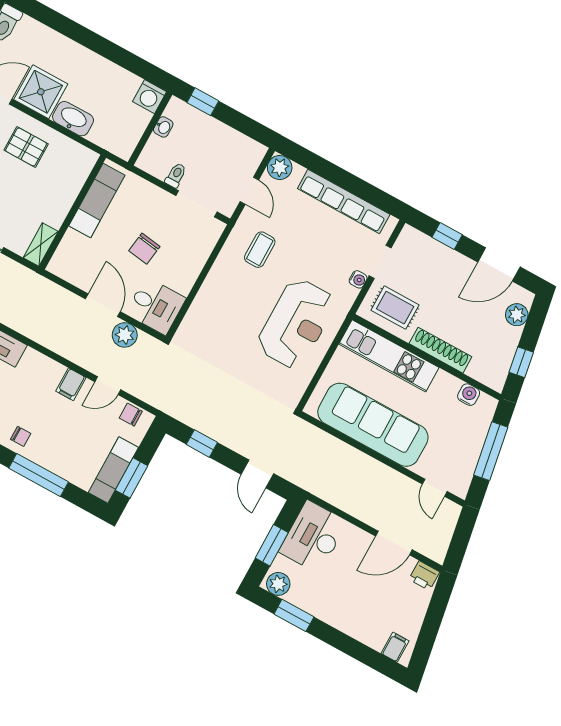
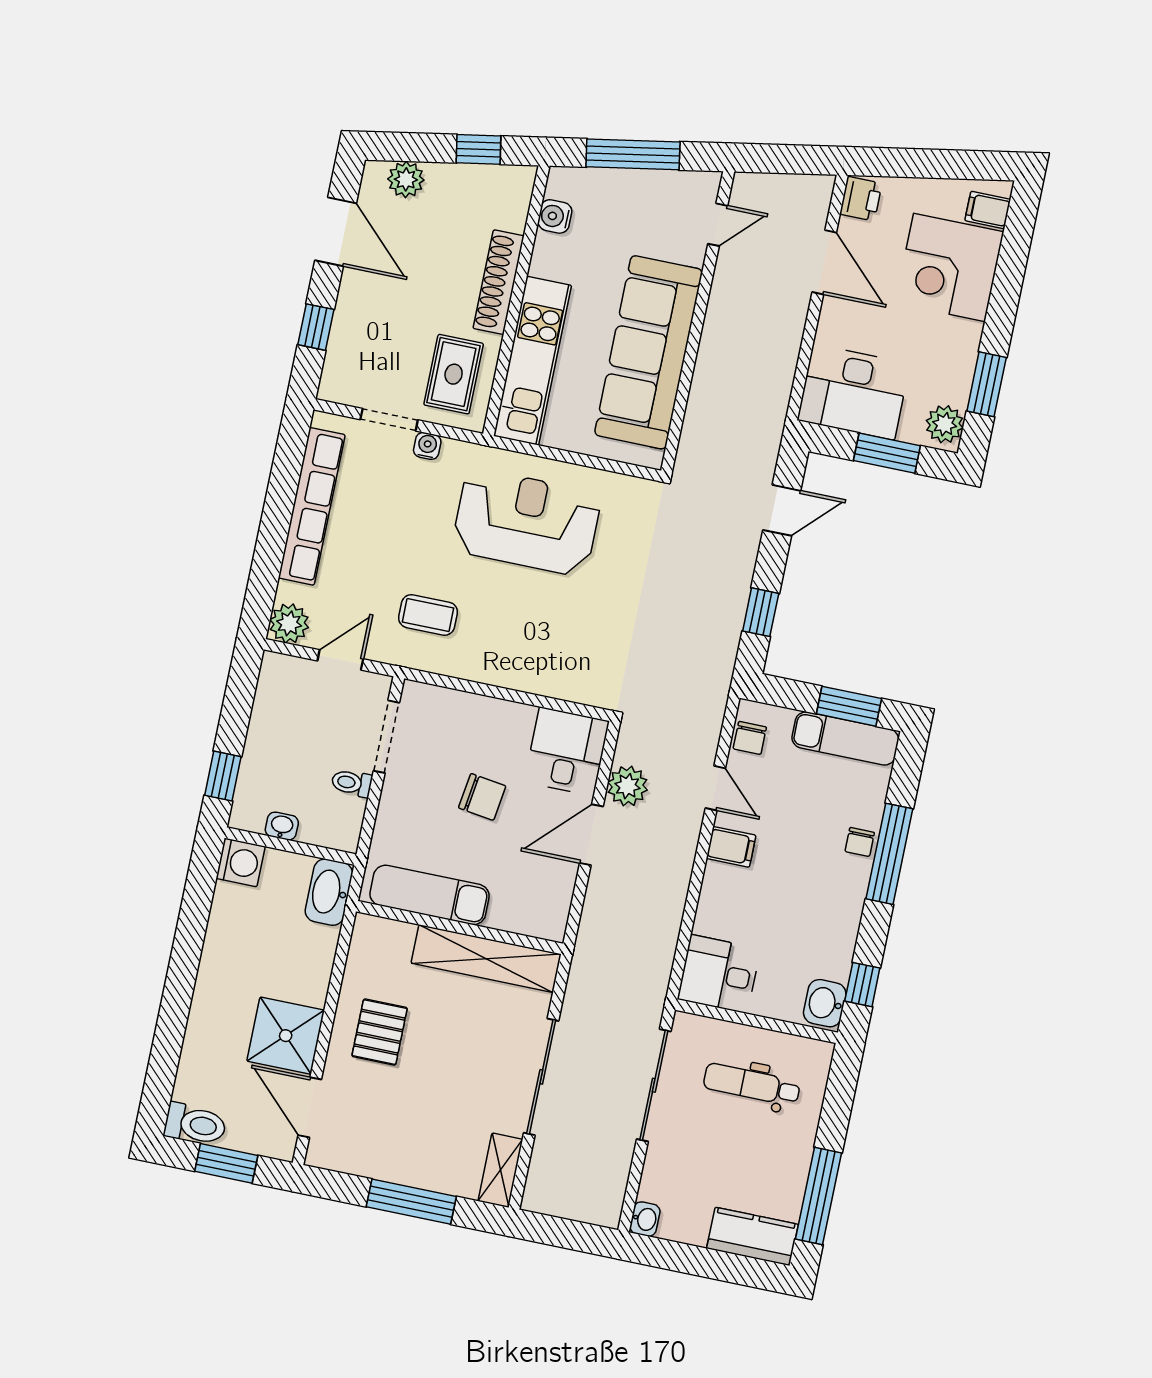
washbasin: (73, 119) -> (329, 892), moved
shelving: (41, 245) -> (486, 959), width x2.20, depth x1.33
chair: (21, 436) -> (860, 842), moved, turned 180
corner desk: (368, 615) -> (949, 267), added

